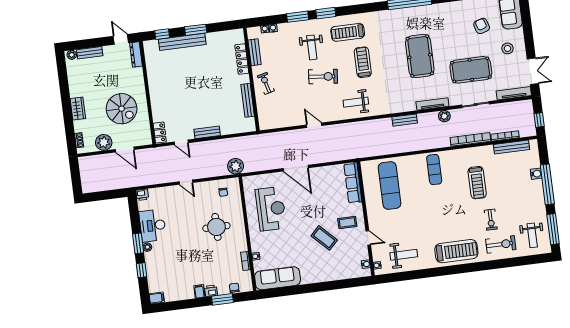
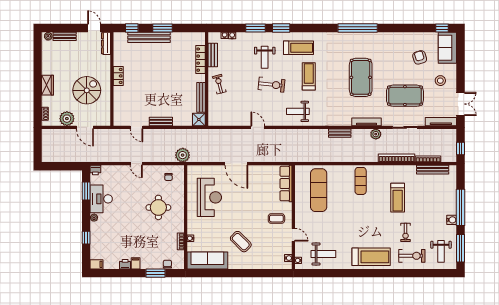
treadmill: (348, 32) -> (299, 48), turned 180
spiral stairs: (122, 109) -> (87, 90), turned -90
shower: (248, 125) -> (199, 120), added
locker: (160, 133) -> (118, 76), moved
water cooler: (536, 174) -> (452, 220), moved
coffee table: (324, 238) -> (241, 242), moved
window: (138, 243) -> (86, 191), moved
printer: (211, 291) -> (125, 264), moved

